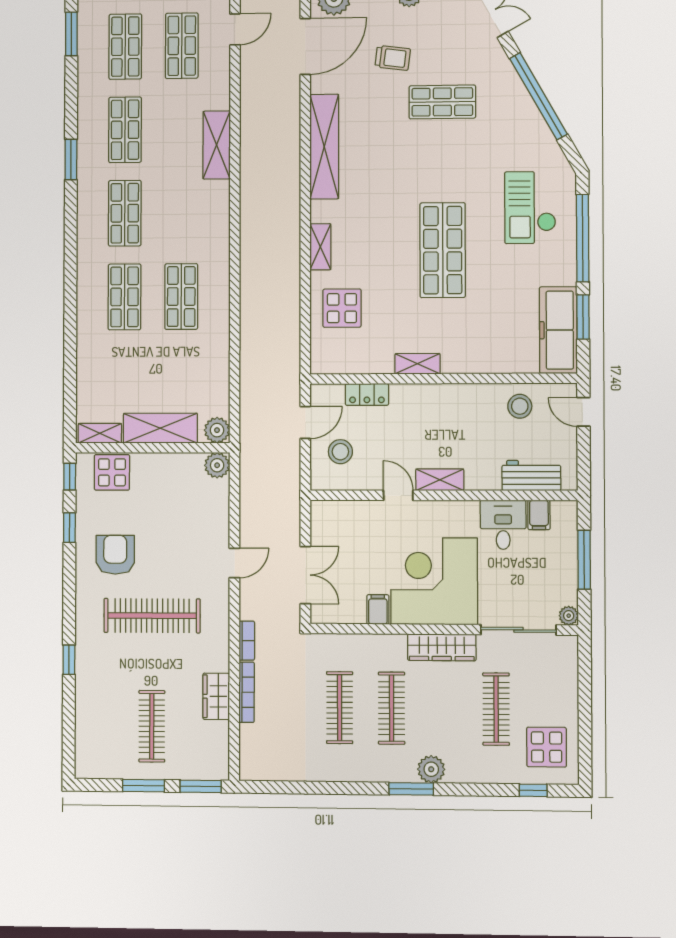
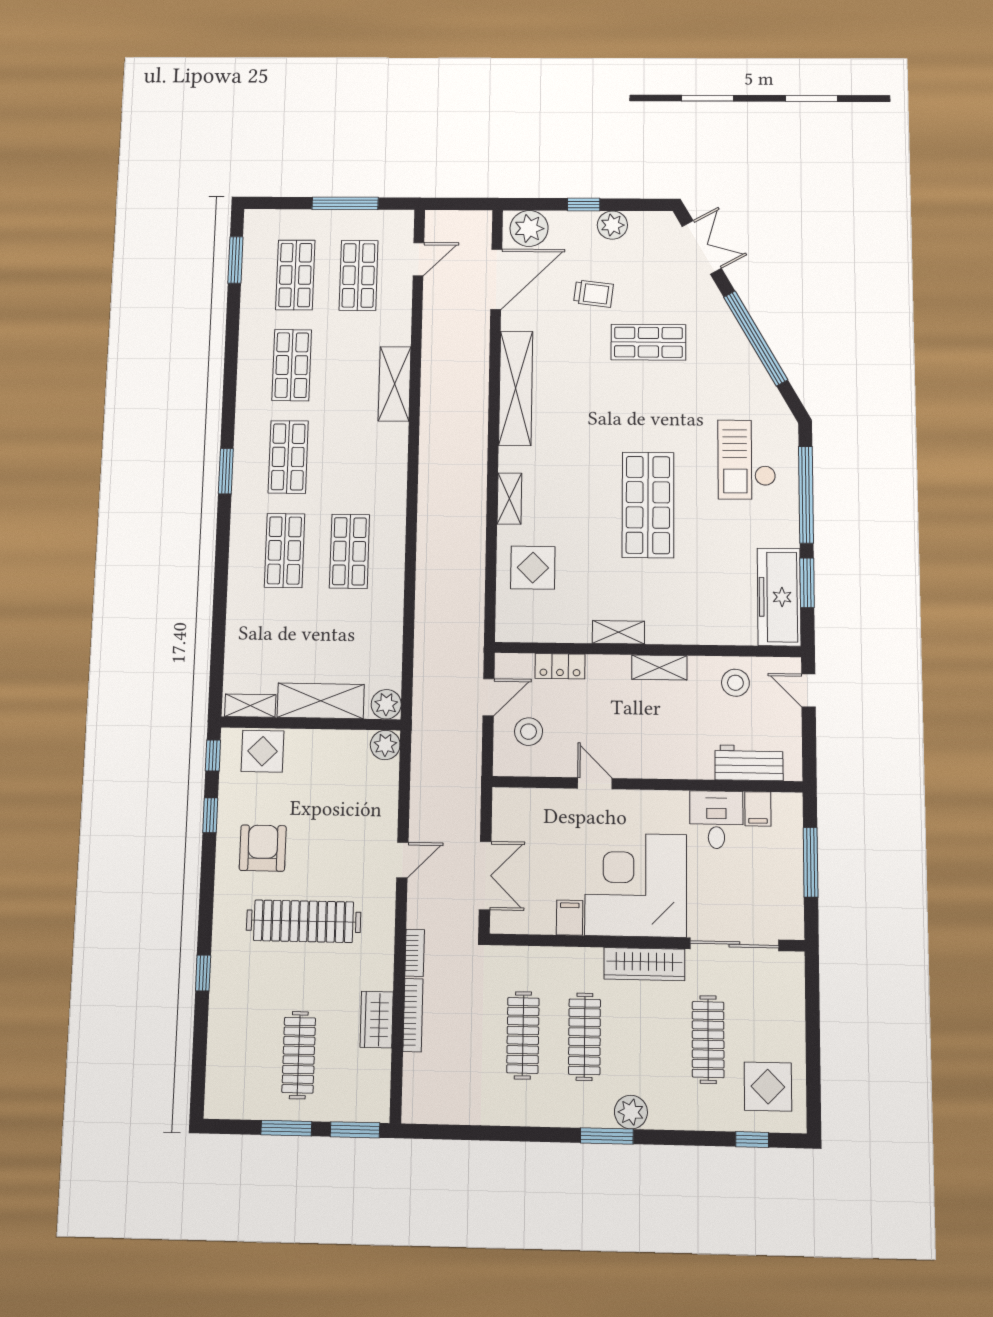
window: (71, 160) -> (226, 471), moved
shelving: (440, 480) -> (659, 667), moved
plant: (569, 616) -> (793, 928), removed

